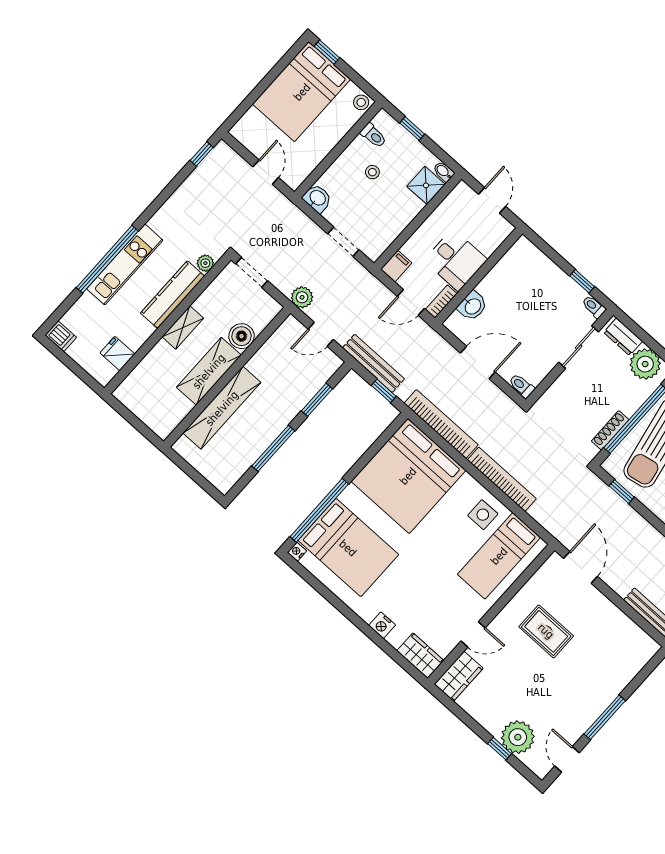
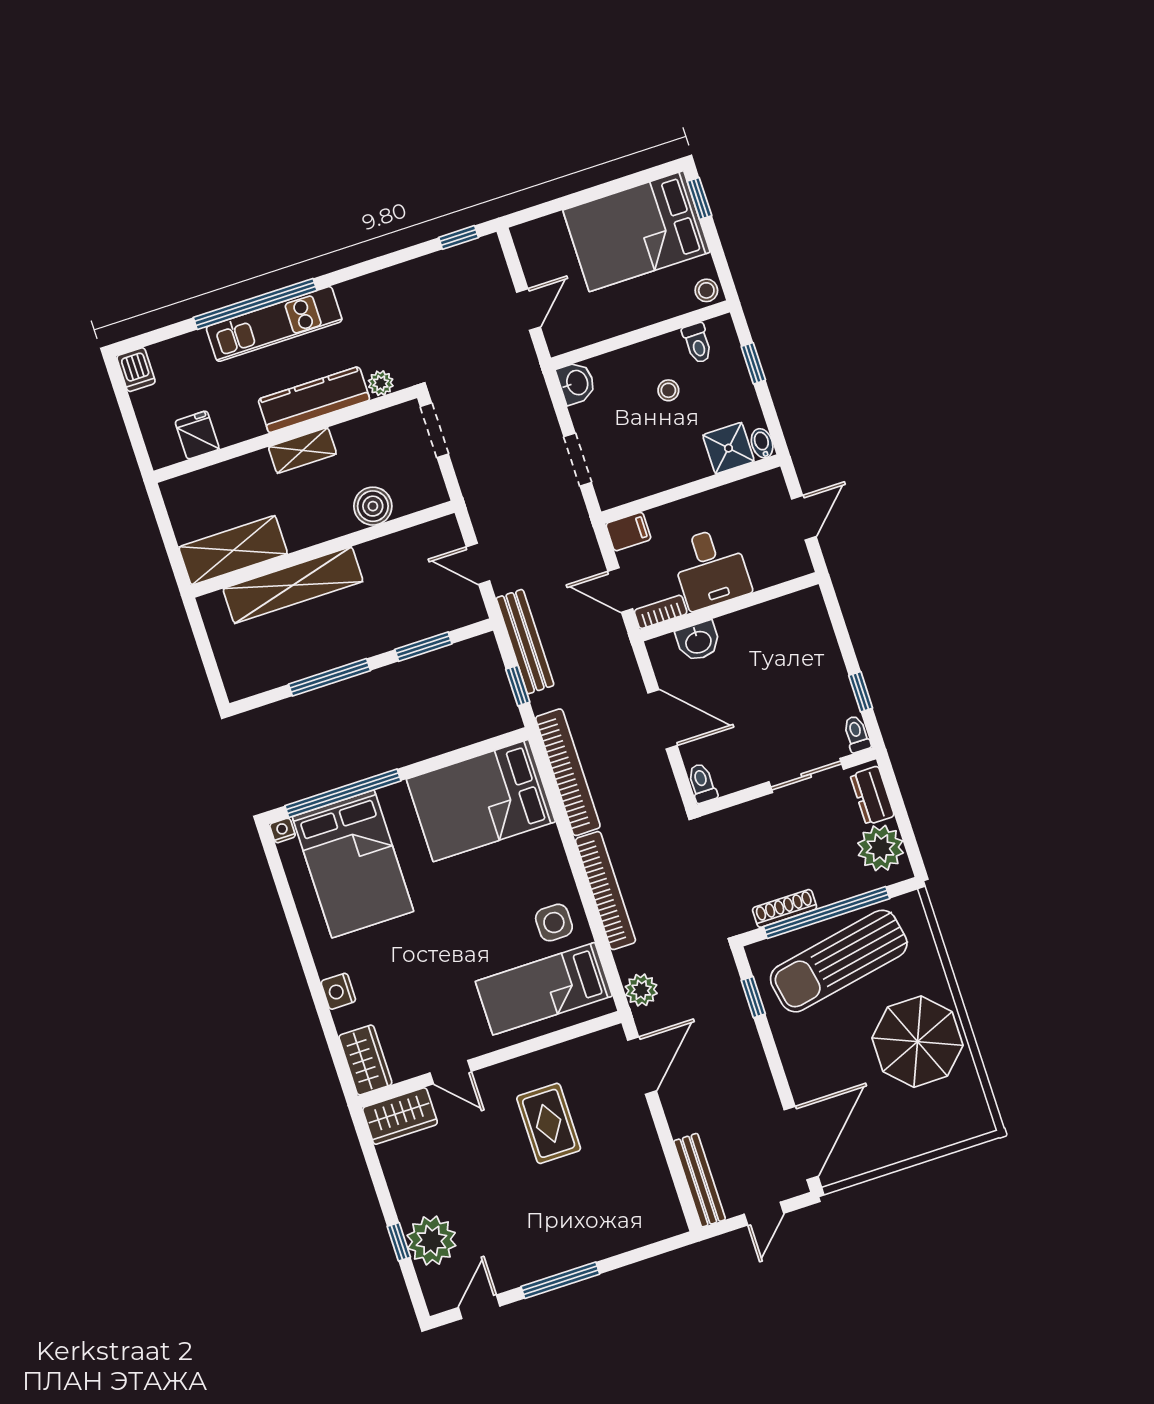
plant: (302, 297) -> (641, 990), moved
shelving: (209, 371) -> (233, 550), moved
bed: (408, 476) -> (481, 801), width x0.73

